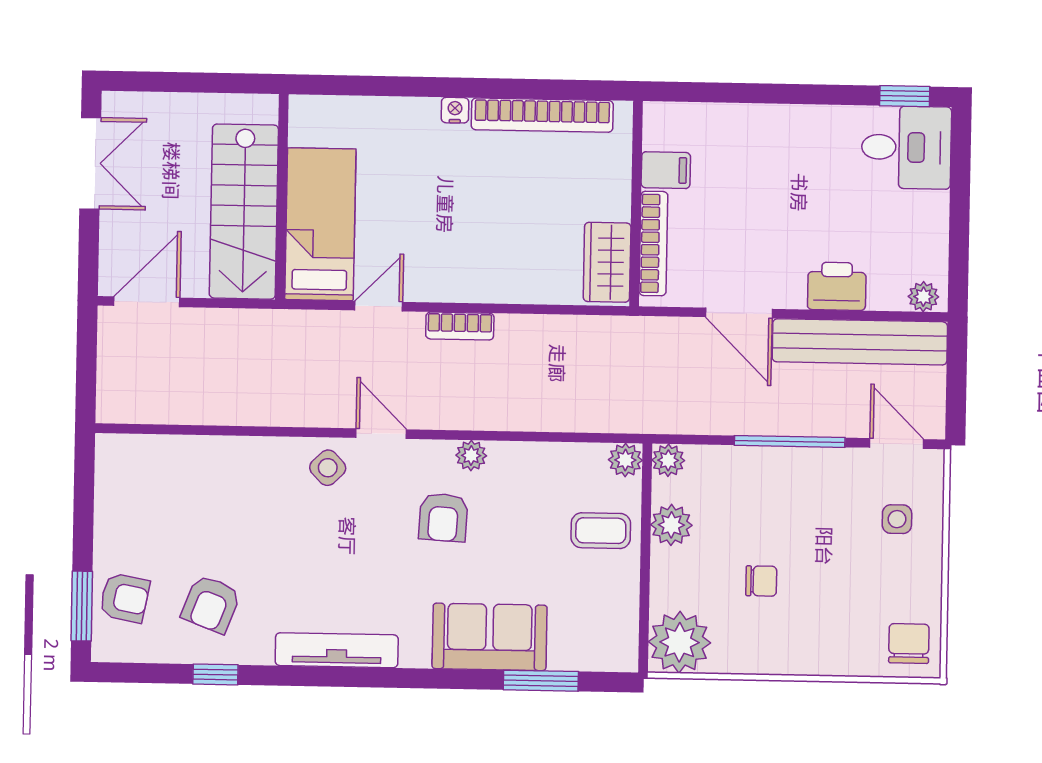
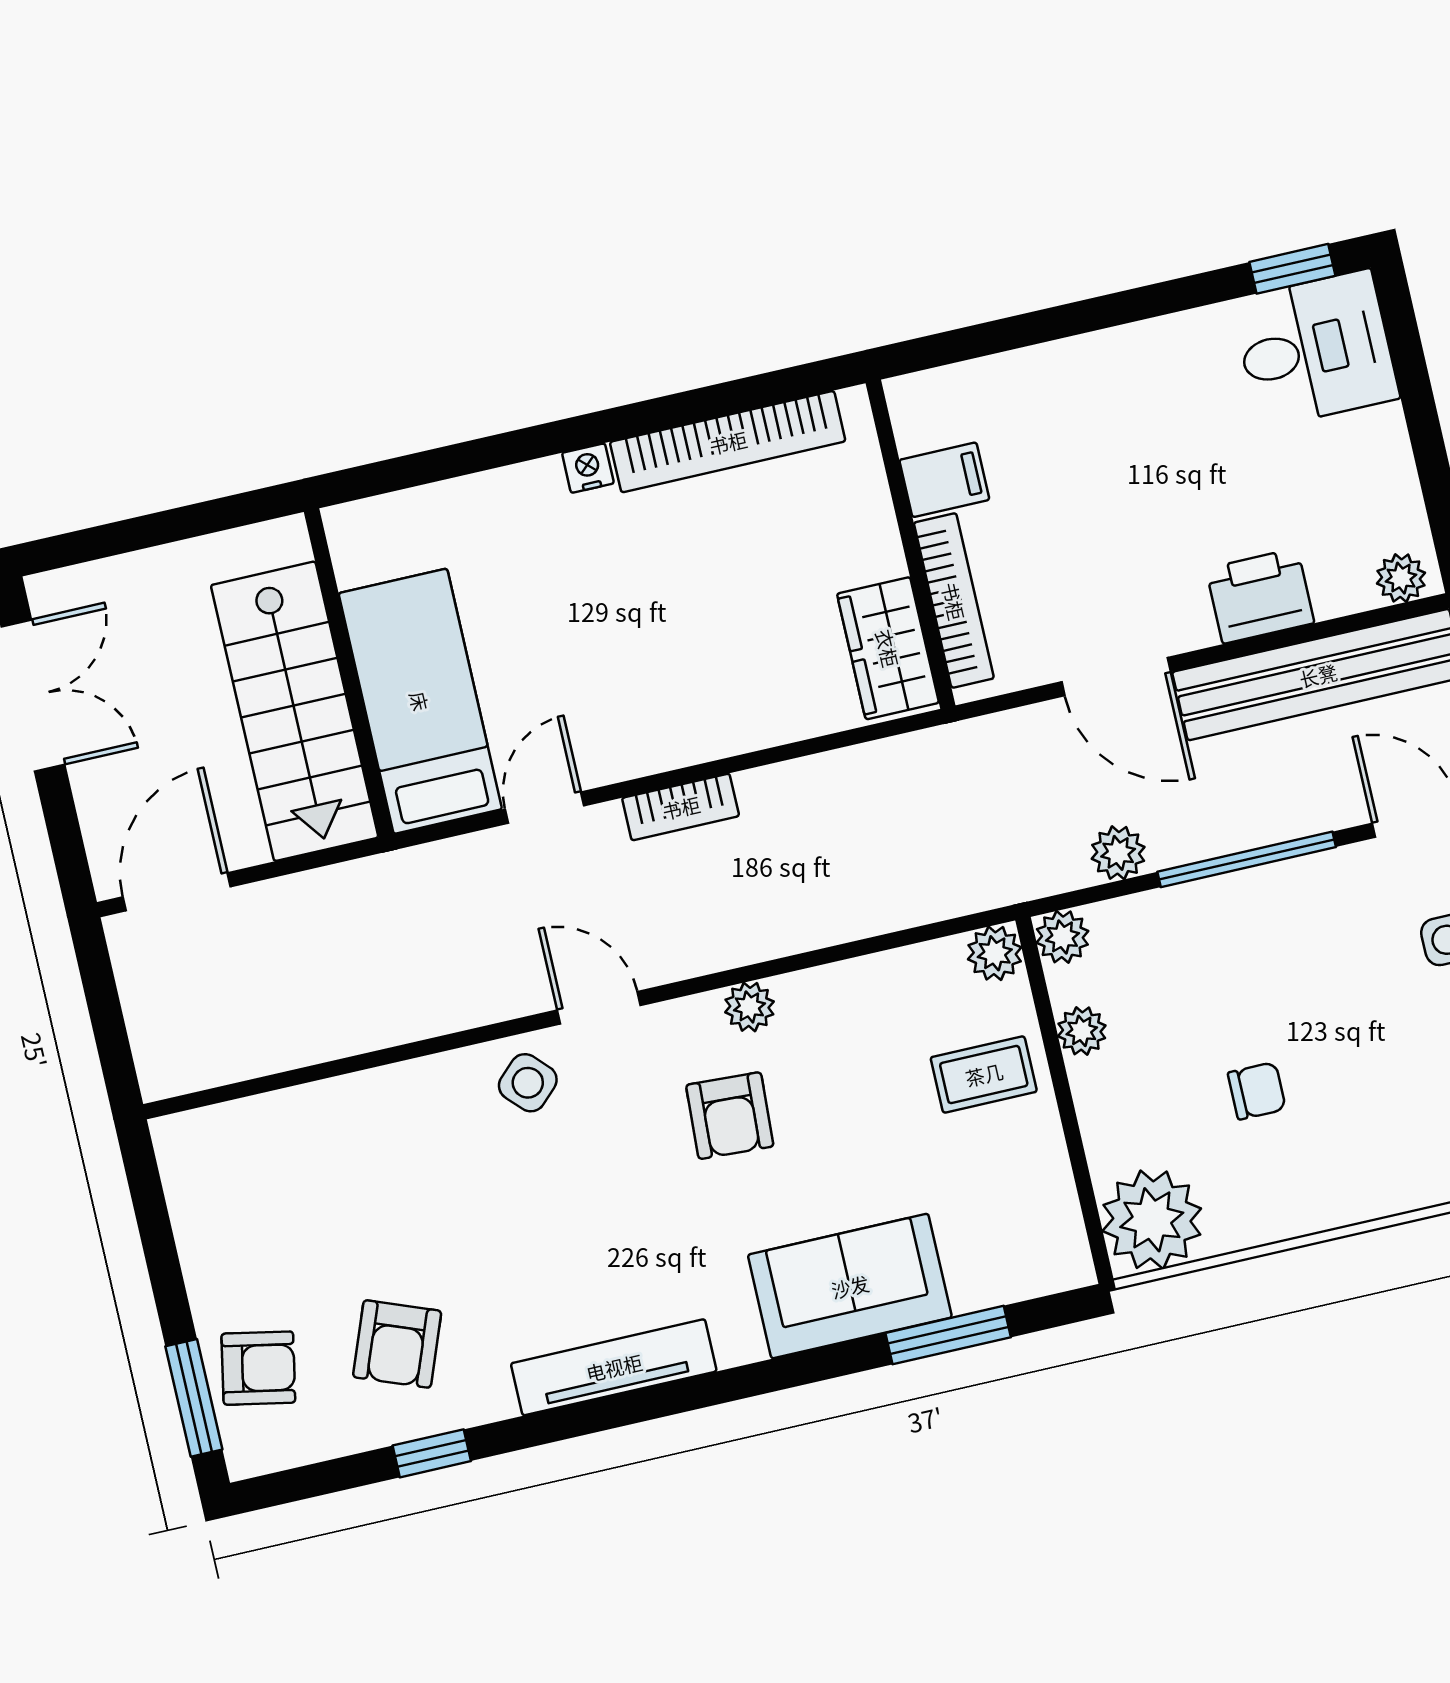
plant: (714, 418) -> (1118, 853), added
plant: (671, 525) -> (1082, 1031), width x0.73, depth x0.73

